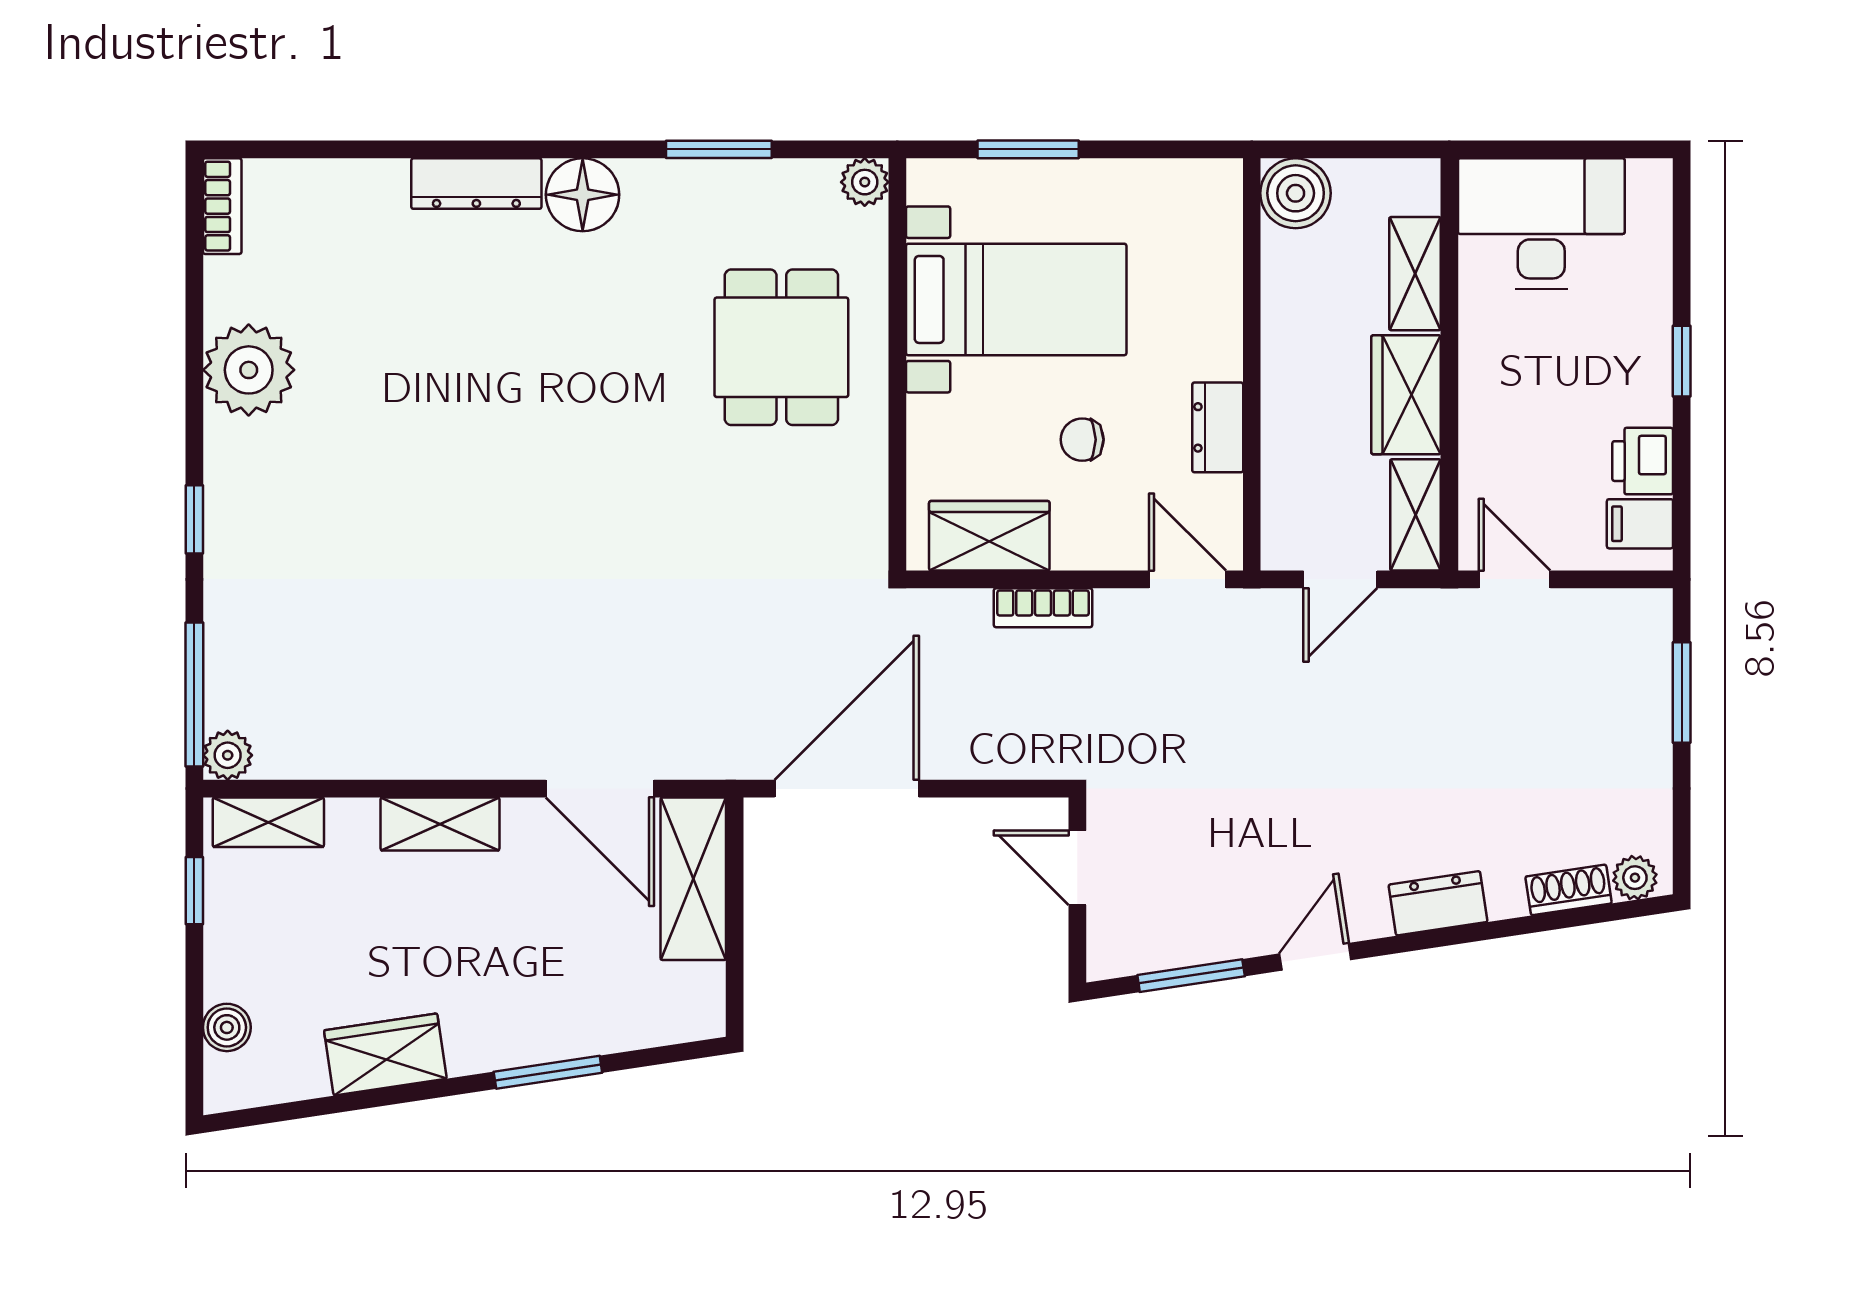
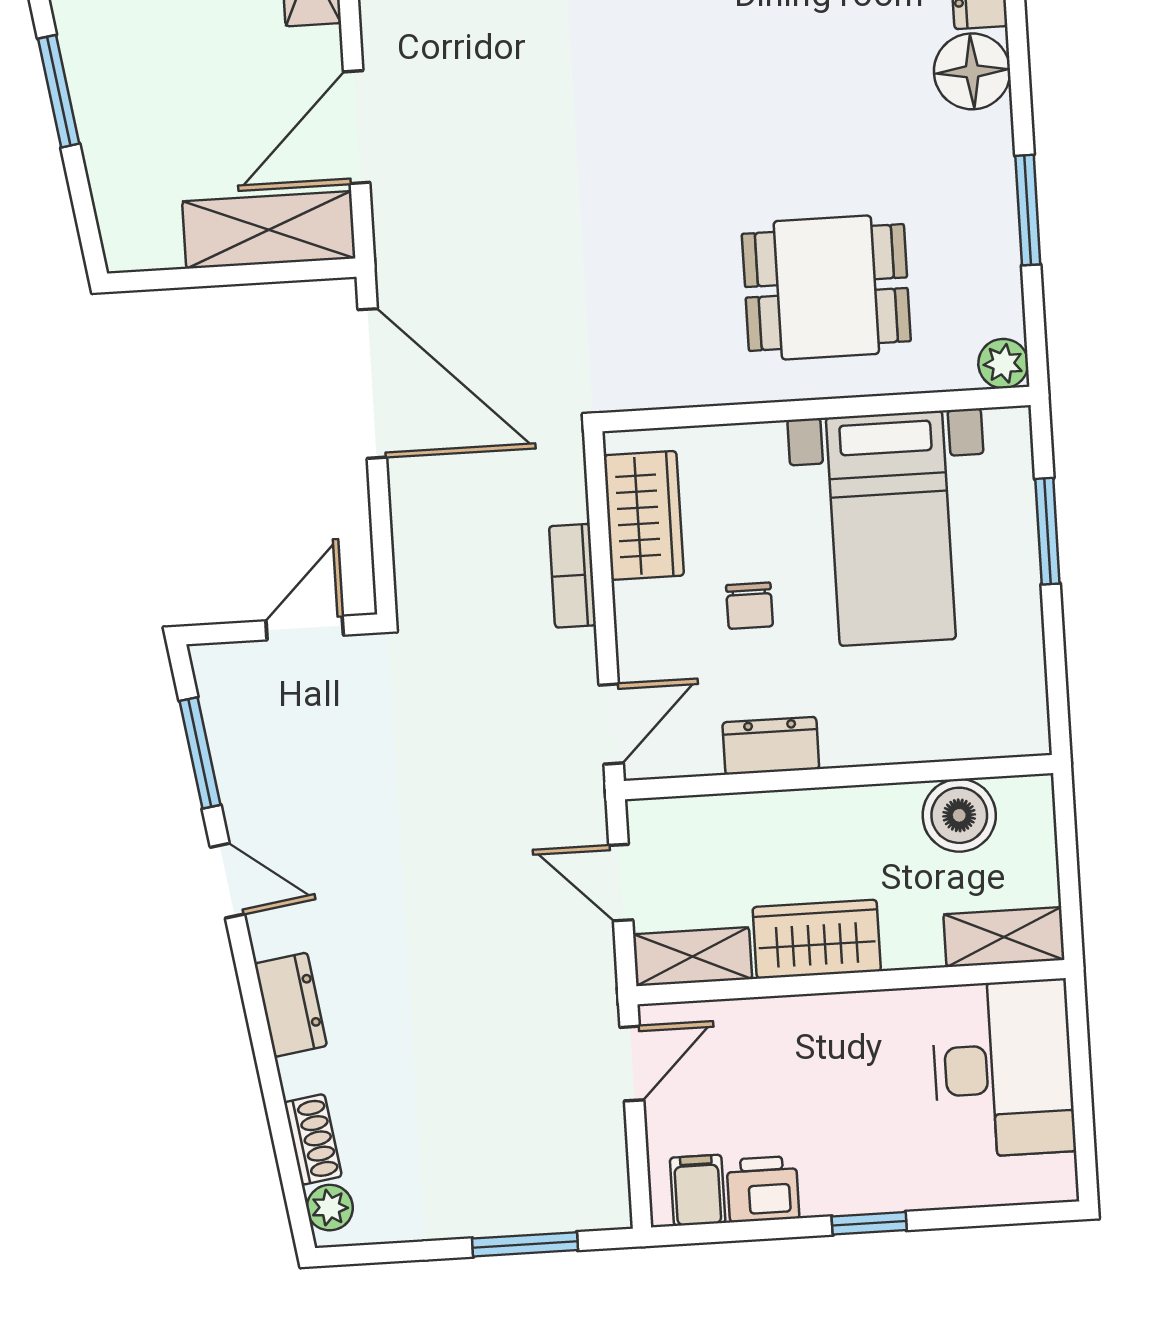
boiler: (1296, 193) -> (959, 815), moved
shelving: (1415, 274) -> (1004, 937), moved
chair: (1082, 440) -> (750, 606), turned 180

